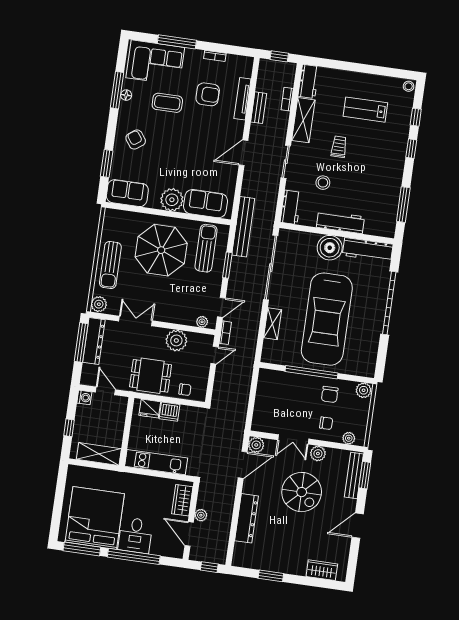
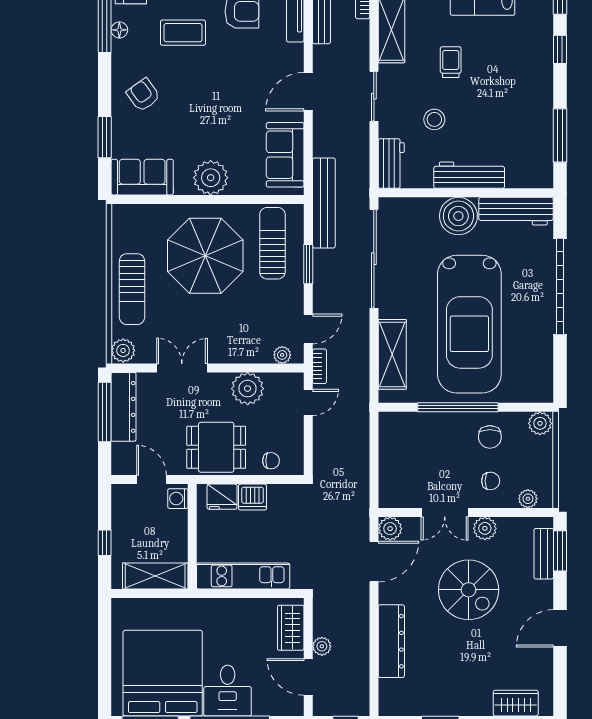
sofa: (206, 204) -> (285, 155), moved, turned -90
shelving: (273, 324) -> (392, 354), width x1.50, depth x1.33
washing machine: (84, 397) -> (178, 499), moved, turned 180
bench: (354, 475) -> (544, 554), width x0.73

